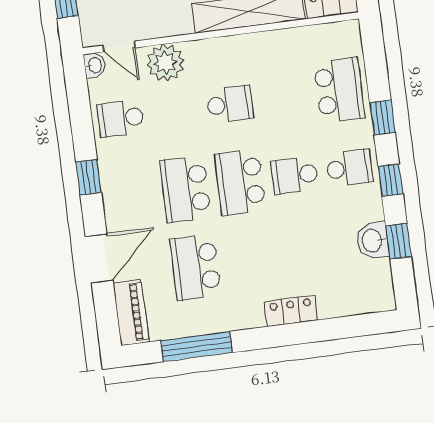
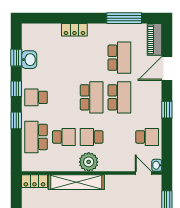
plant: (165, 63) -> (89, 162), moved
school desk: (295, 175) -> (64, 137), moved

